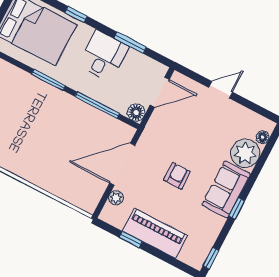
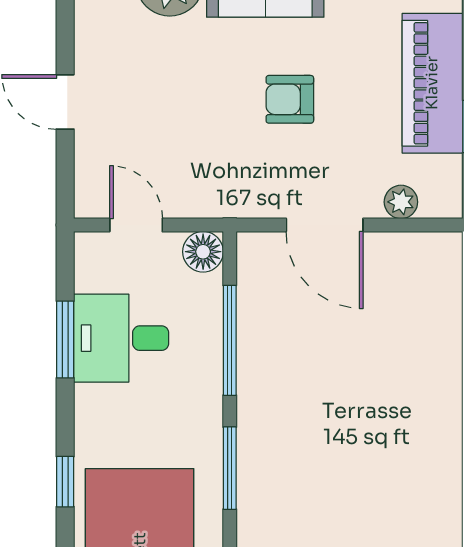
desk: (103, 56) -> (121, 338), moved
door: (160, 92) -> (136, 225), width x0.73
door: (122, 164) -> (325, 225), width x0.73

